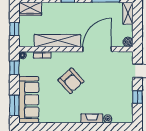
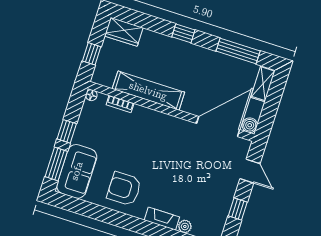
door: (97, 49) -> (218, 126), moved
window: (14, 68) -> (67, 131), moved
armchair: (71, 81) -> (124, 189), moved, turned 132
sofa: (29, 100) -> (77, 171), width x0.73

